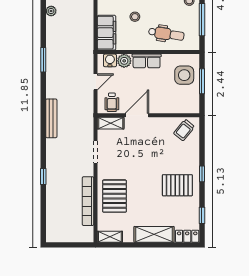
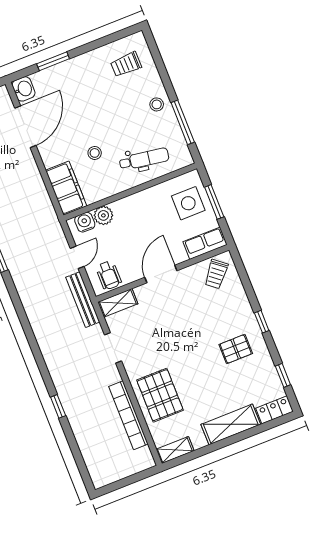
row of seats: (147, 61) -> (205, 243), moved, turned 180
door: (137, 115) -> (161, 274), moved
bench: (51, 118) -> (83, 300), moved
pallet: (177, 185) -> (236, 349), width x0.67, depth x0.71

